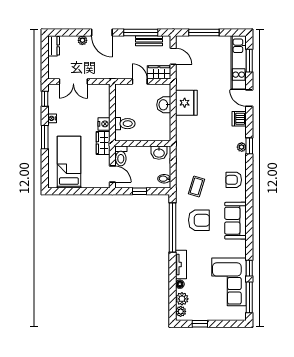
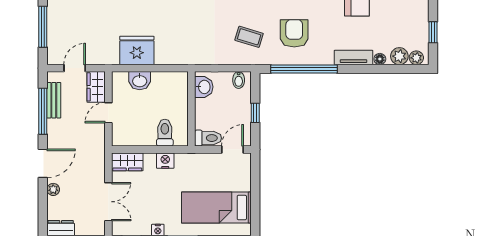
wardrobe: (103, 143) -> (127, 162), moved

